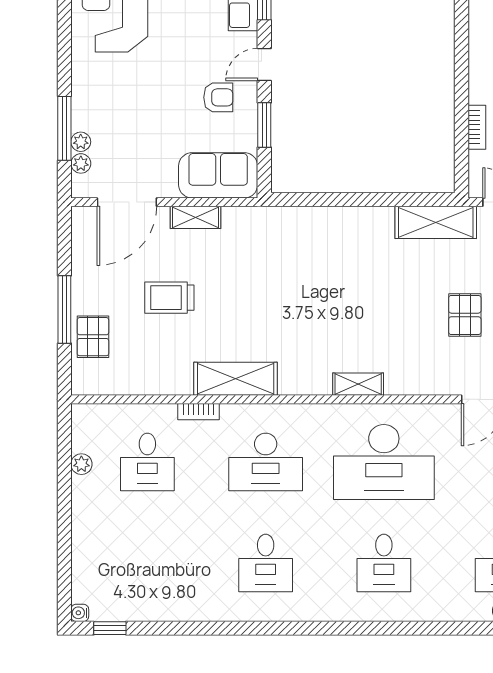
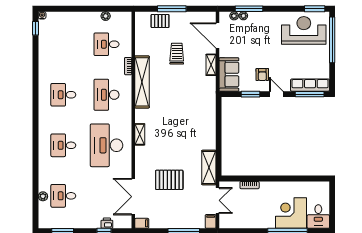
pallet: (465, 315) -> (169, 180), width x1.50, depth x1.42
shelving: (236, 379) -> (142, 82), width x1.47

